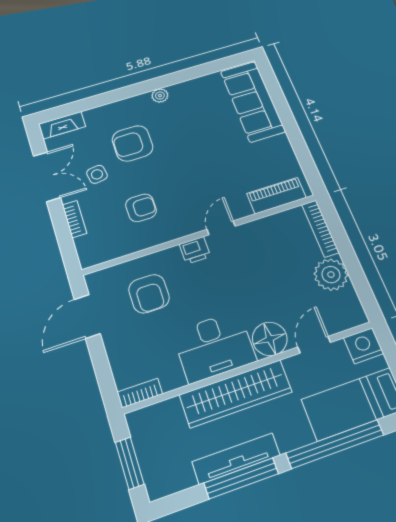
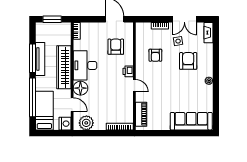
plant: (331, 275) -> (86, 123), moved
armchair: (149, 294) -> (116, 47), turned 90

